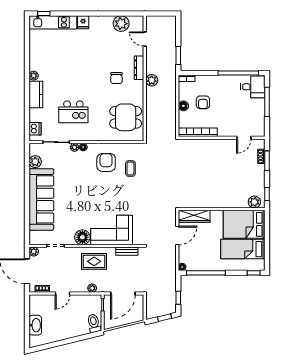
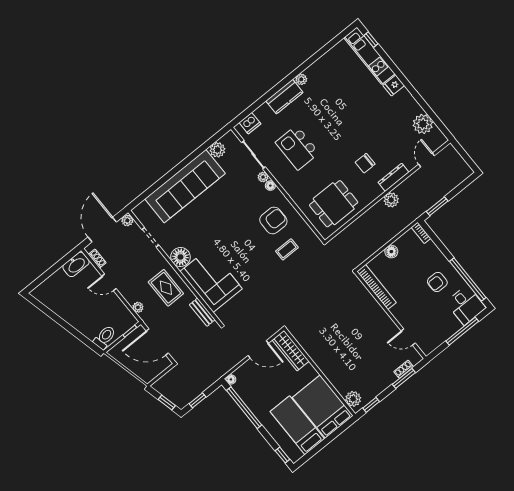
armchair: (203, 102) -> (437, 282), moved
dining table: (126, 117) -> (334, 204), turned 90
washbasin: (35, 325) -> (76, 264), moved

